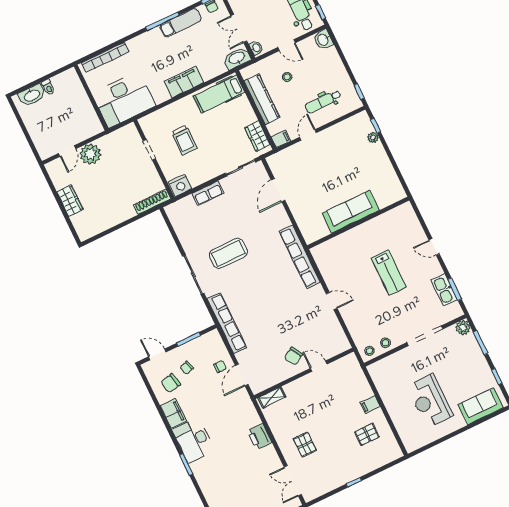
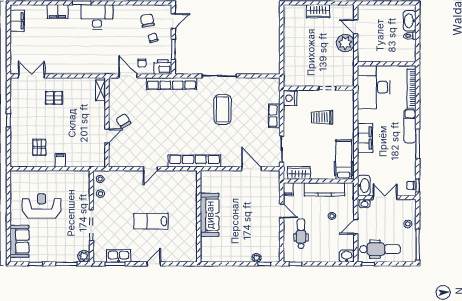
exam couch: (181, 23) -> (410, 126), moved
shoe rack: (152, 202) -> (288, 72), removed
filing cabinet: (173, 413) -> (58, 12), moved
printer: (259, 437) -> (163, 67), moved

